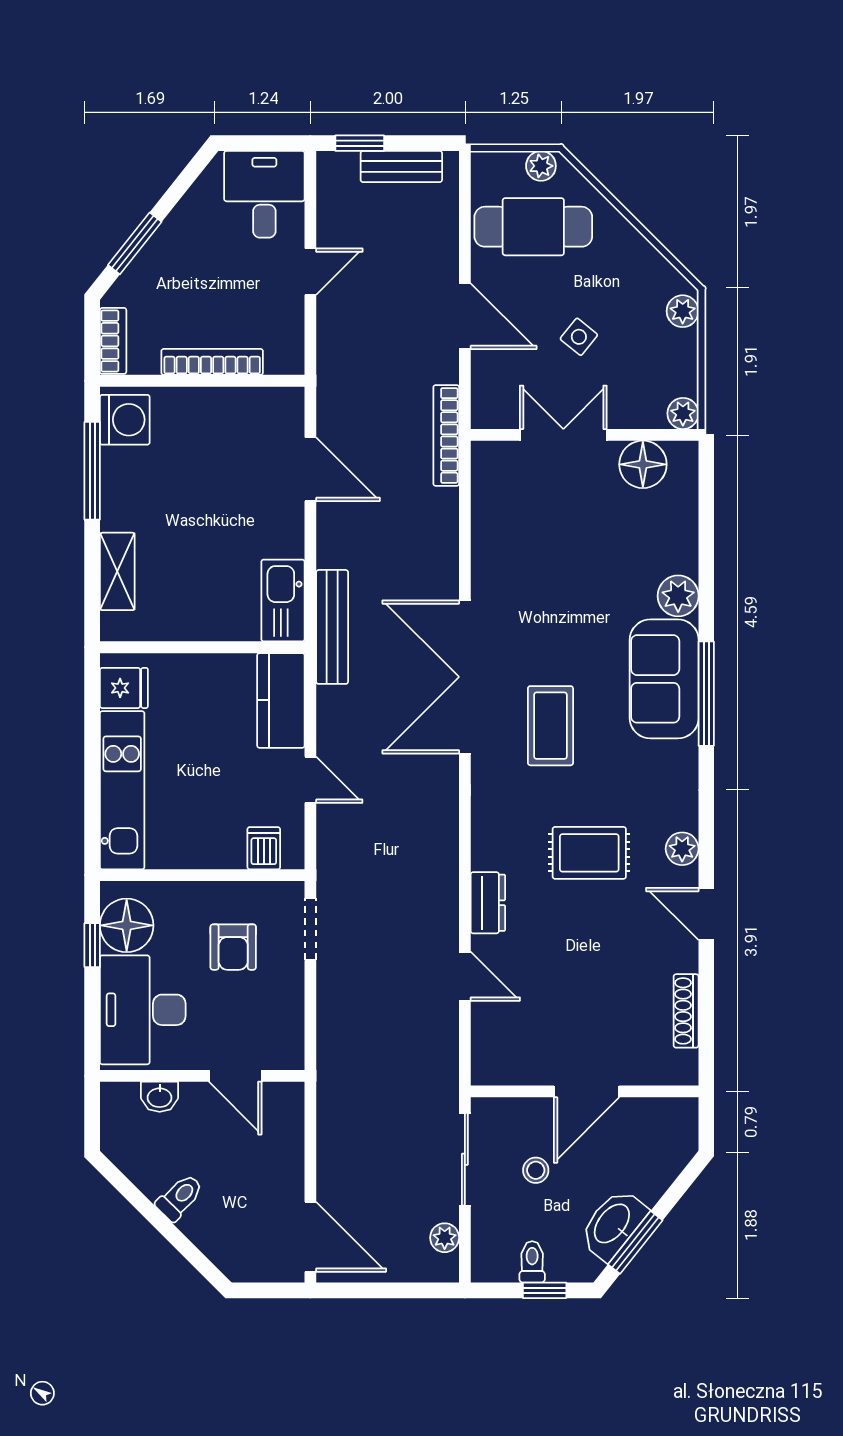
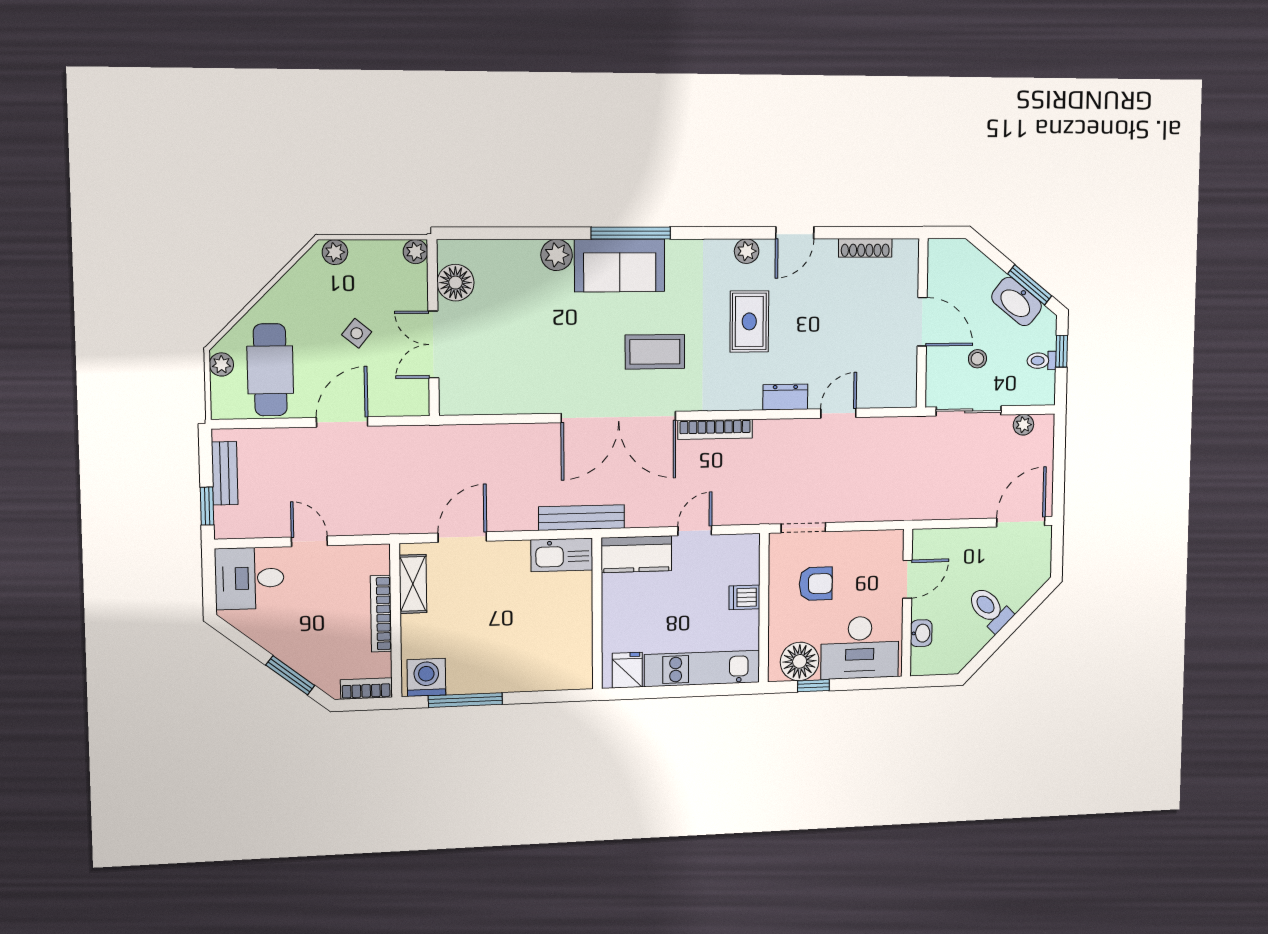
bookcase: (446, 435) -> (715, 429), moved
shelving: (117, 571) -> (413, 584), moved, turned 90
dishwasher: (264, 848) -> (744, 597), moved
toilet: (180, 1197) -> (990, 609), width x1.37, depth x1.39

